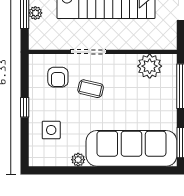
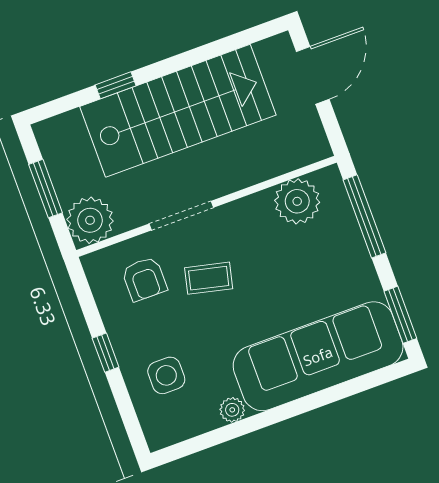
plant: (35, 13) -> (90, 220), moved, width x1.87, depth x1.87

